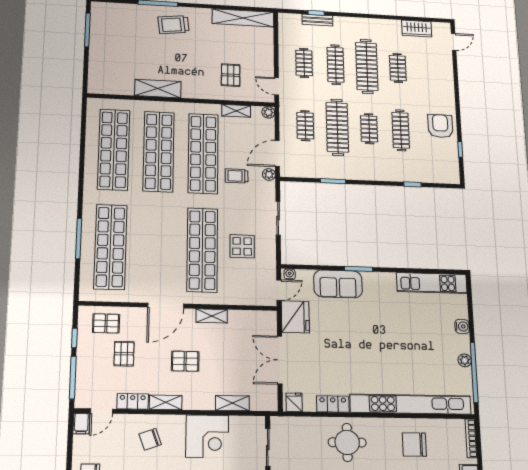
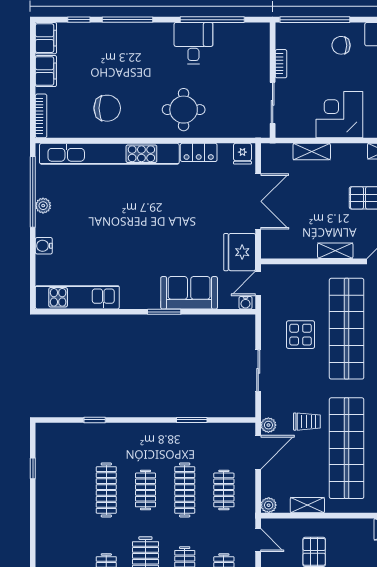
armchair: (440, 126) -> (56, 498), removed
clothes rail: (337, 127) -> (185, 490), width x0.73, depth x0.76

